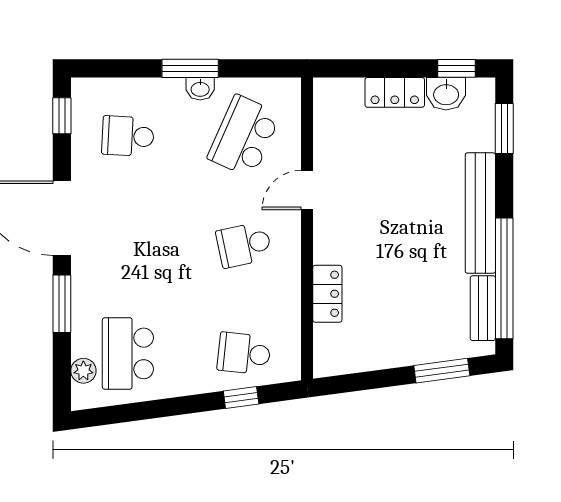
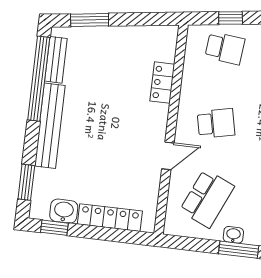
locker: (395, 92) -> (110, 218), width x1.53

